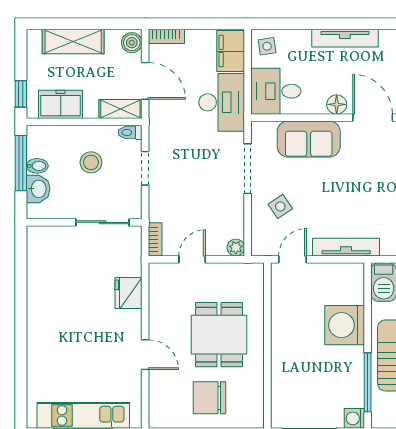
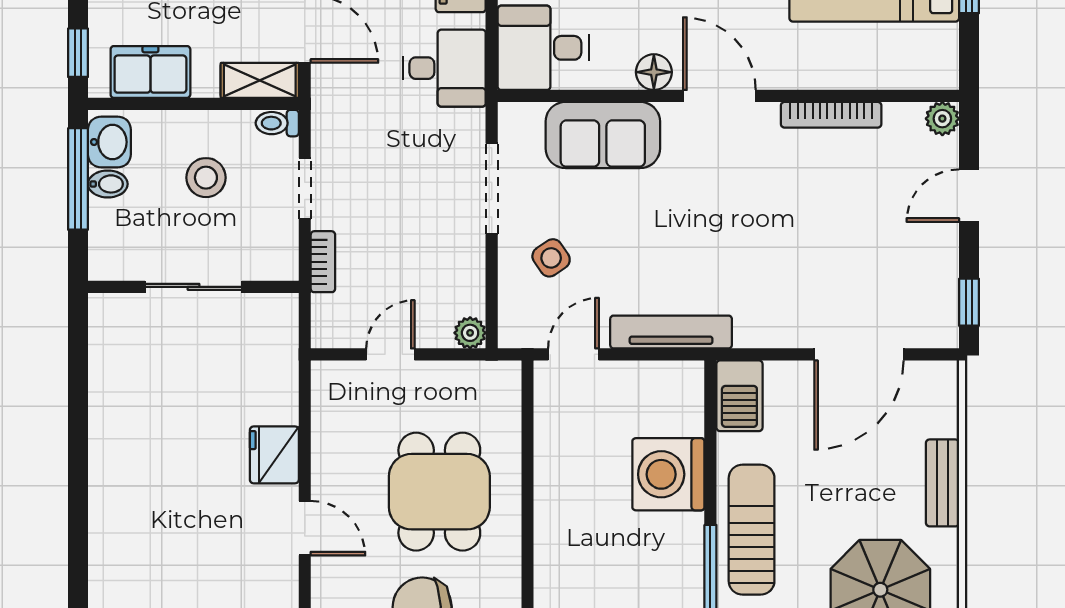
desk: (222, 102) -> (444, 68), width x0.73
washbasin: (38, 189) -> (109, 142), moved
sliding door: (103, 222) -> (194, 287), moved
bookcase: (155, 239) -> (323, 262), moved
fridge: (128, 293) -> (274, 455), moved

